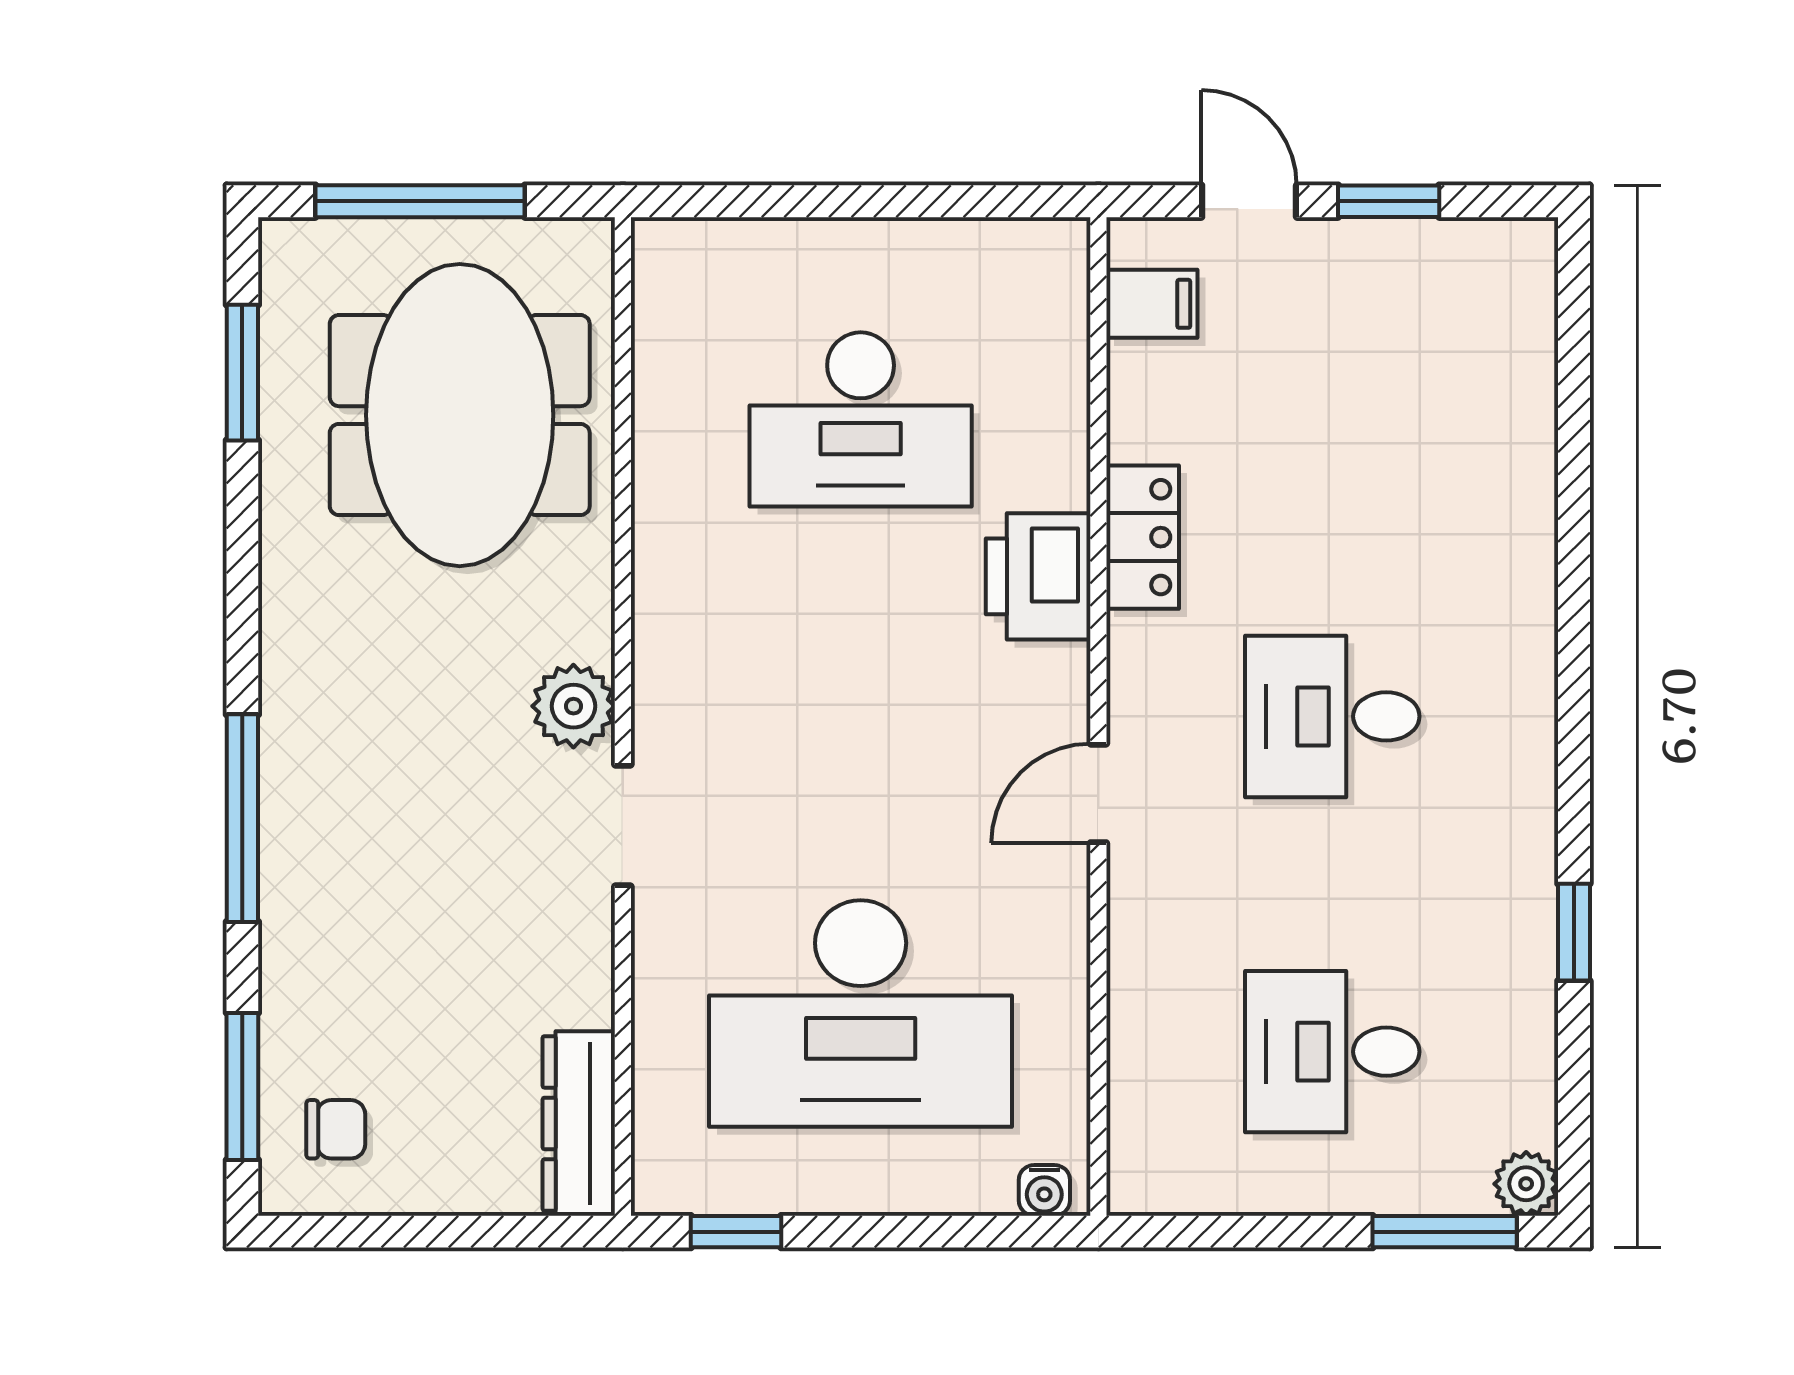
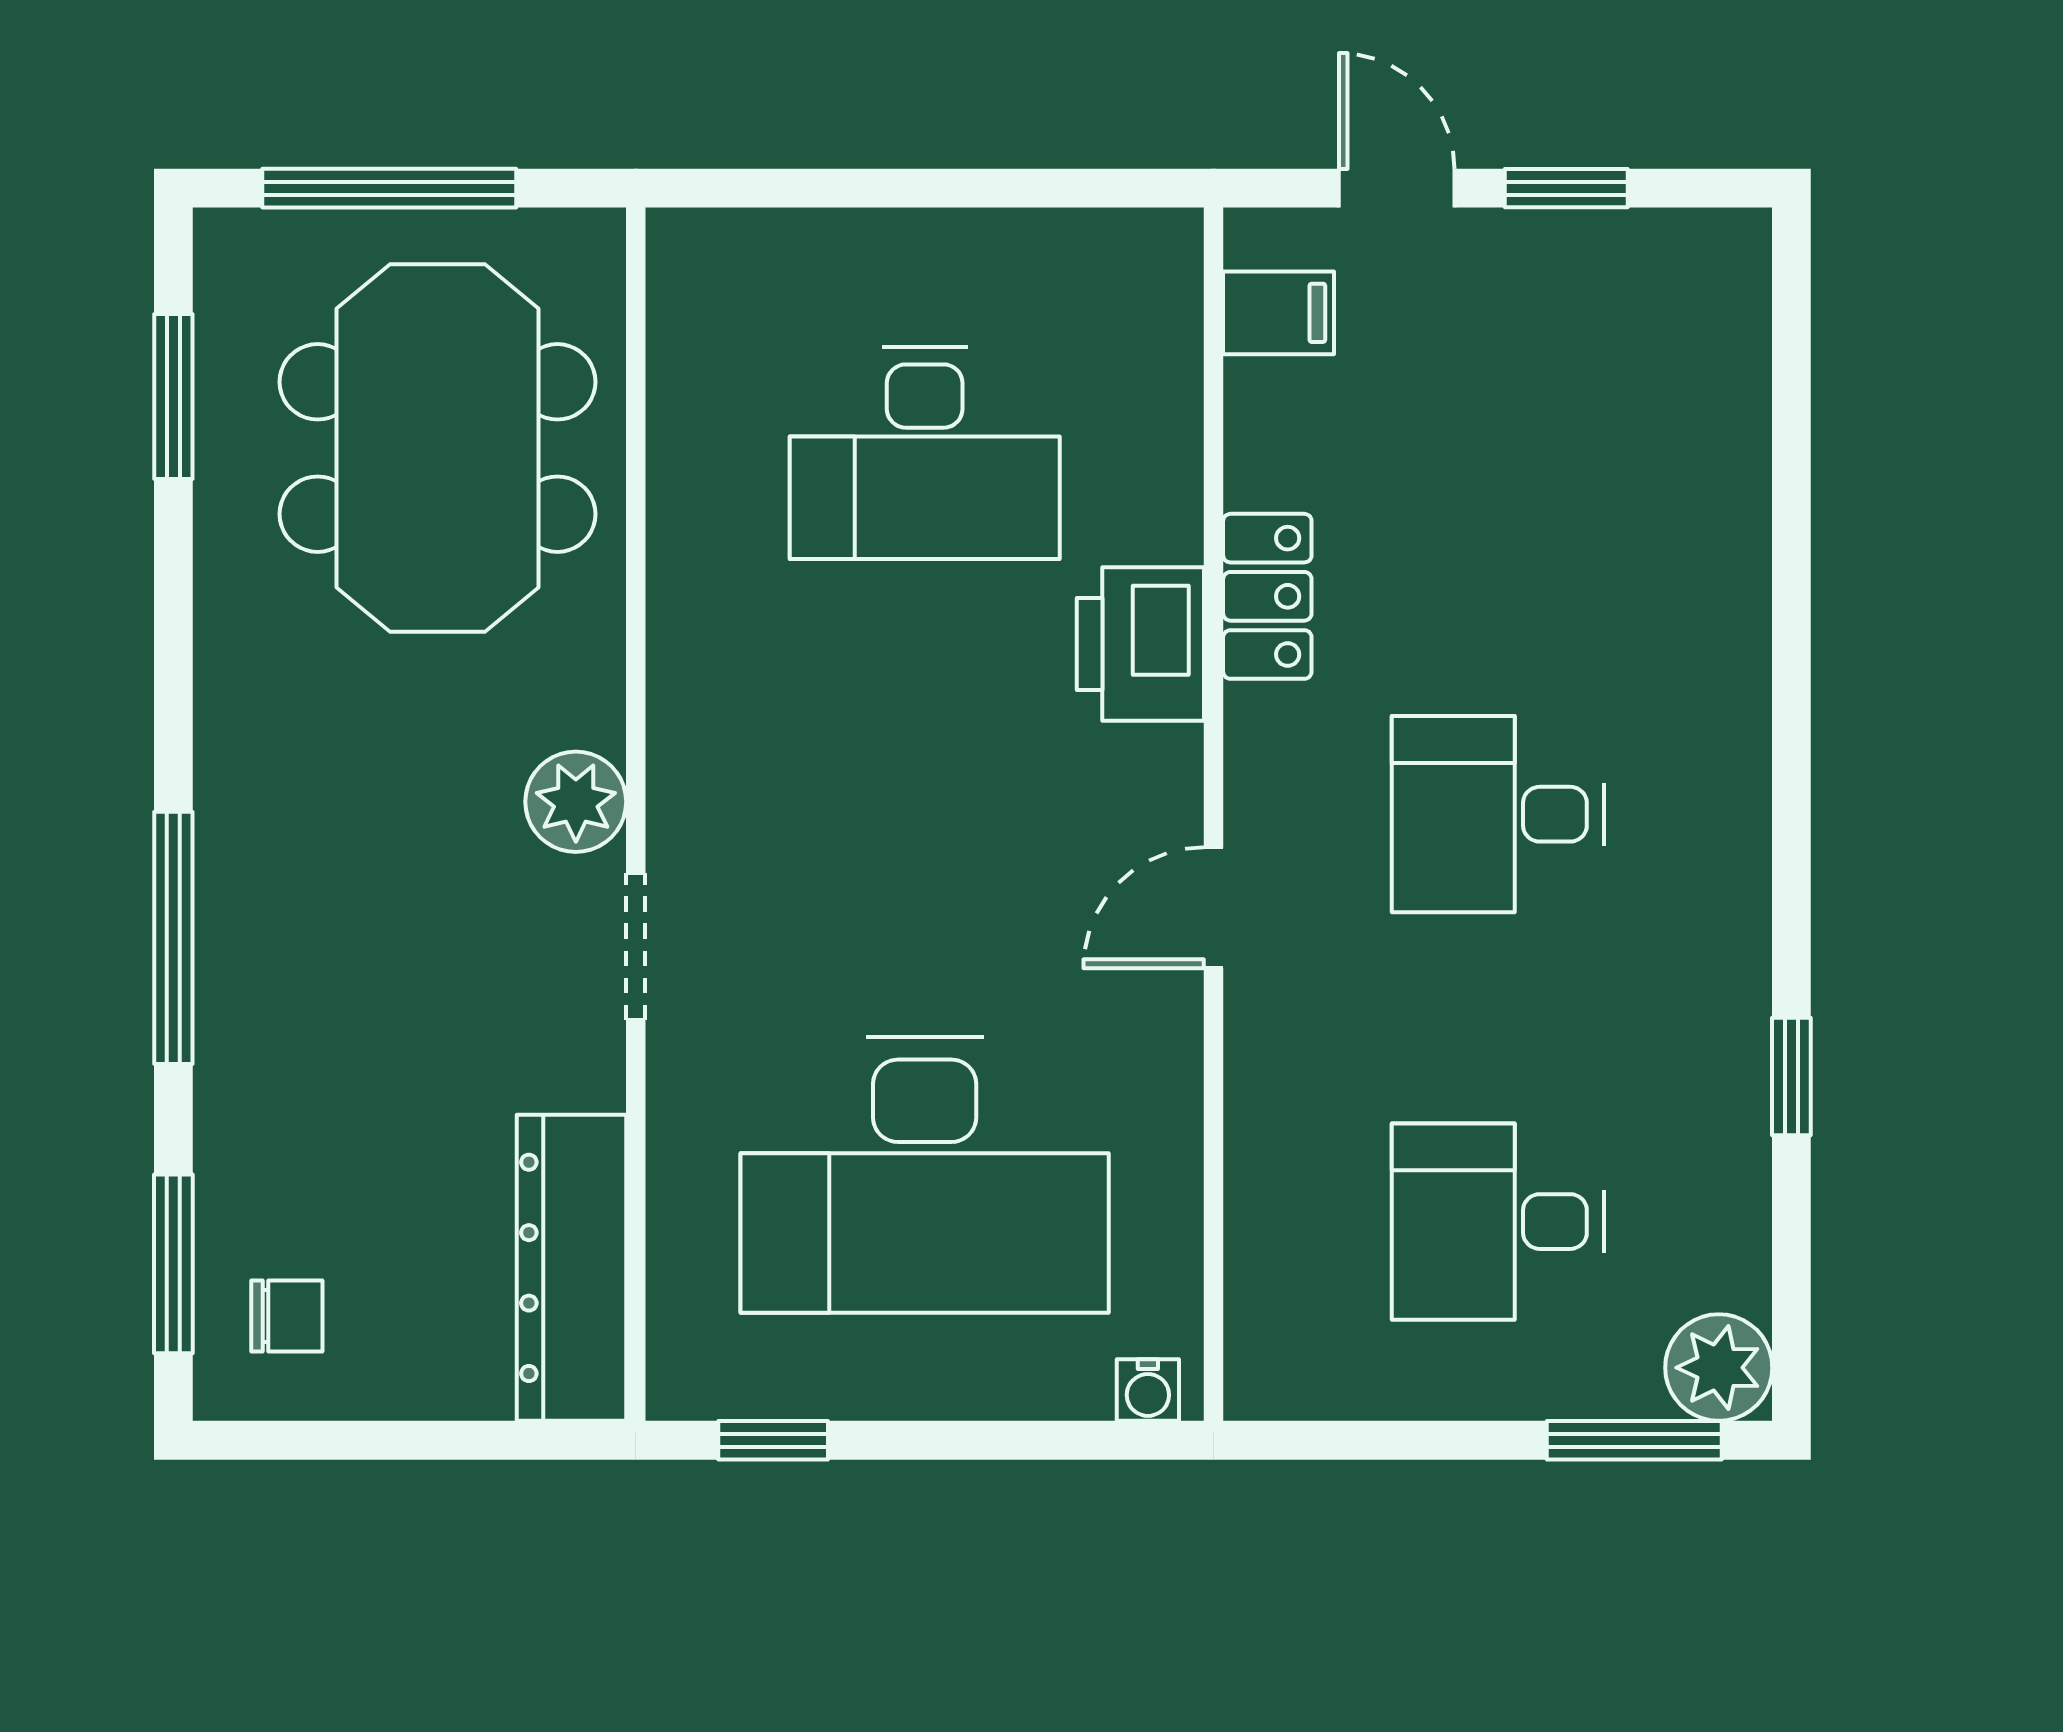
dresser: (579, 1123) -> (571, 1268), width x1.37, depth x1.24
plant: (1526, 1184) -> (1719, 1368), width x1.38, depth x1.38

